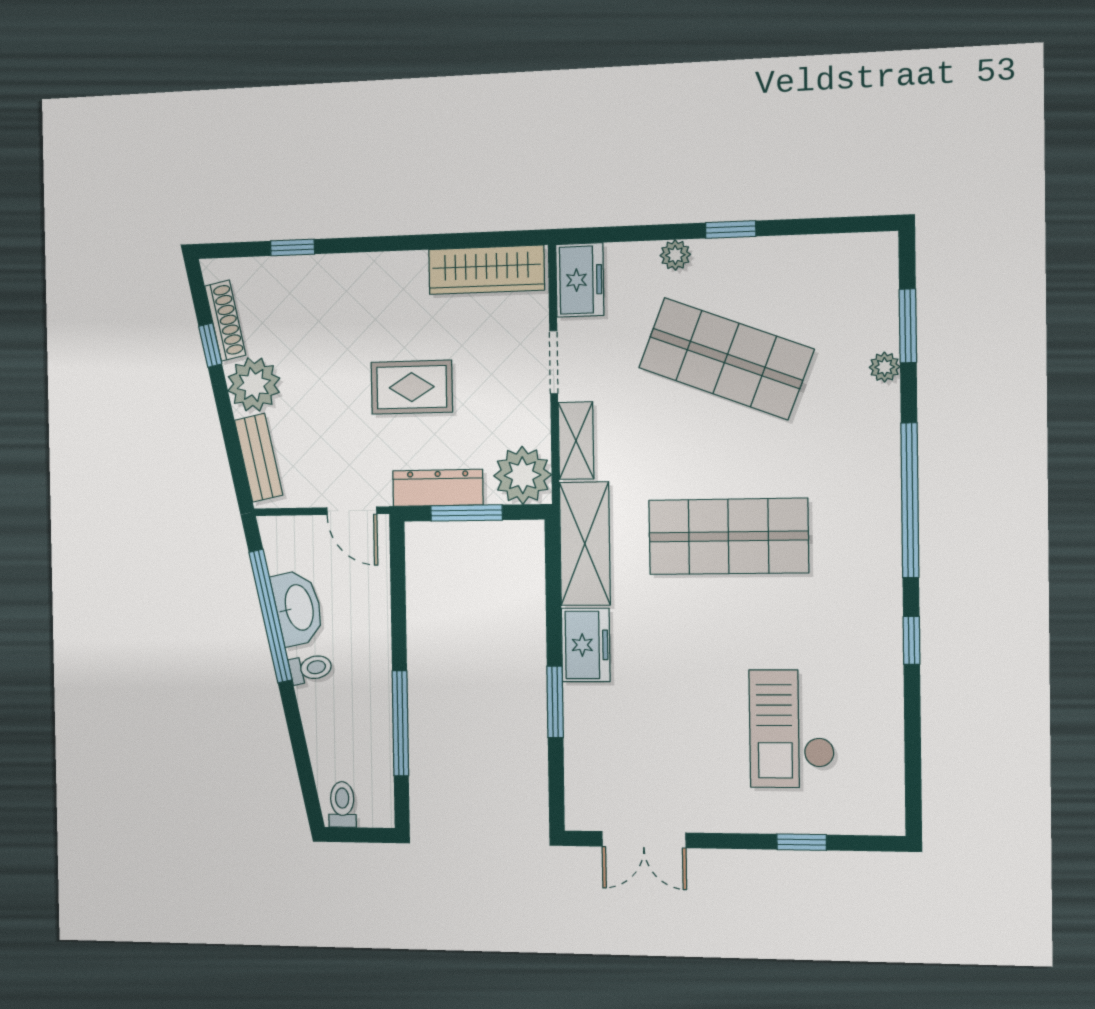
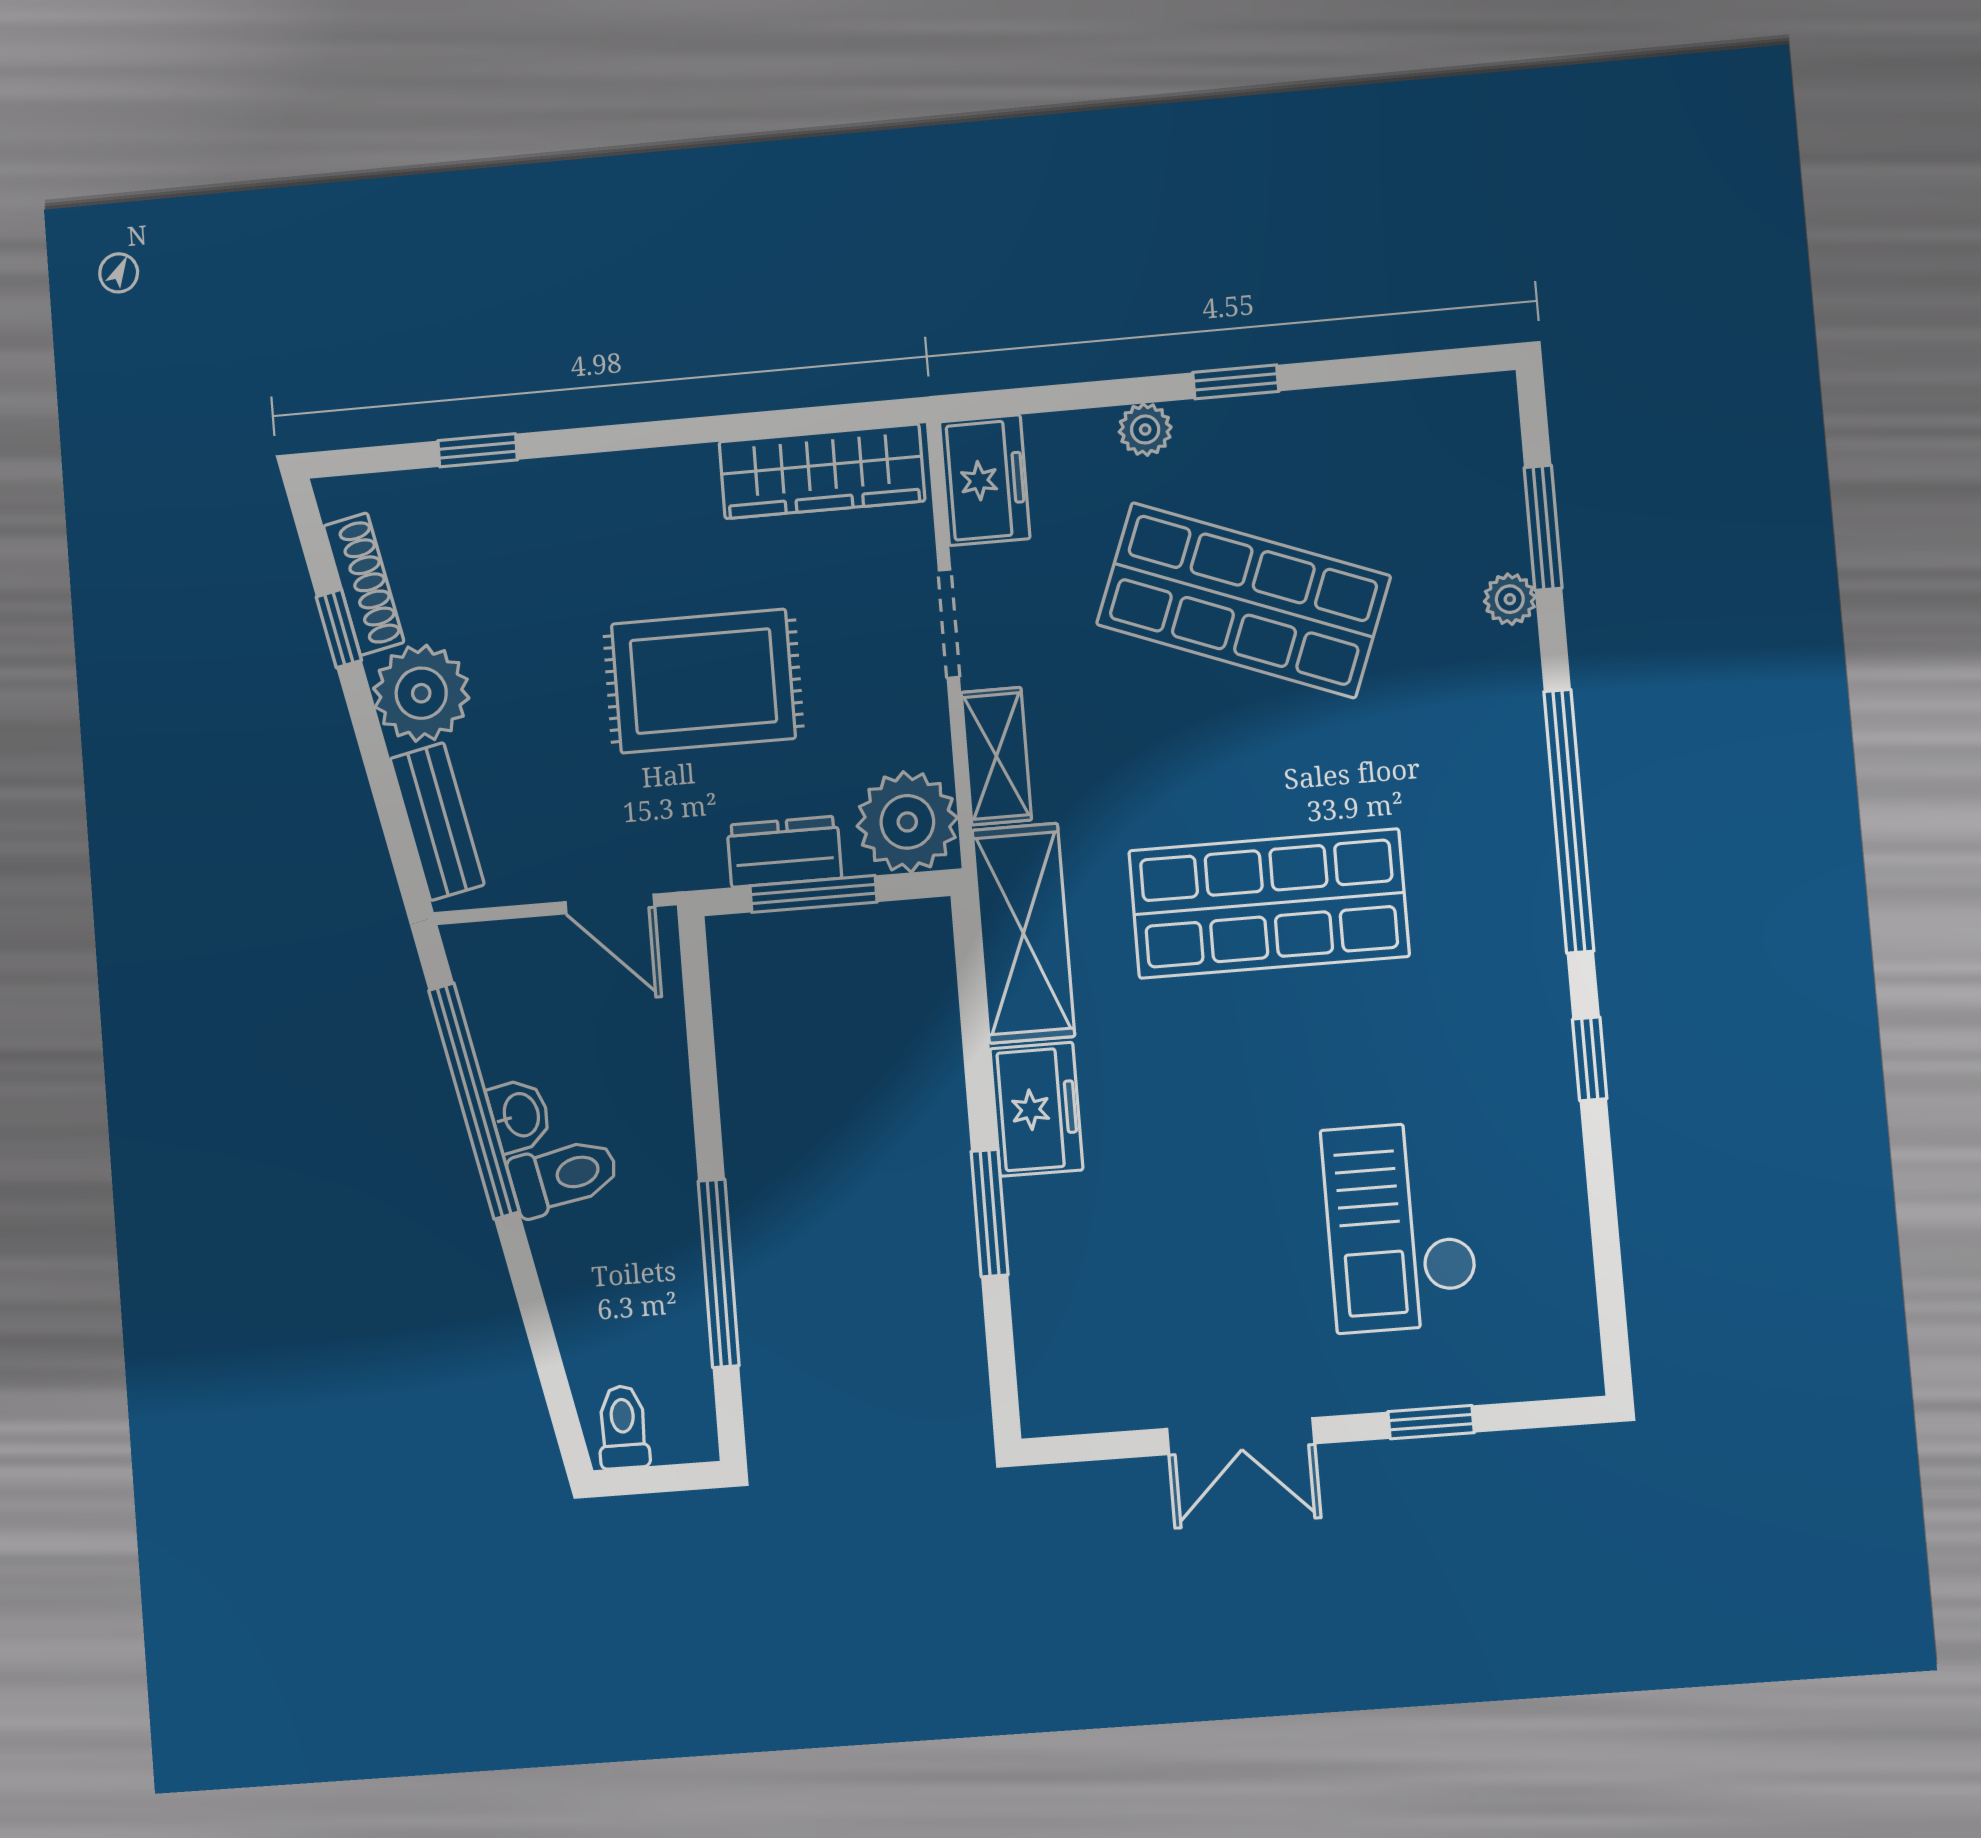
rug: (412, 387) -> (703, 681), width x1.36, depth x1.43
dresser: (438, 488) -> (784, 852), width x0.70
washbasin: (298, 608) -> (520, 1115), width x0.52, depth x0.69
toilet: (311, 668) -> (564, 1176), width x1.37, depth x1.39
double door: (644, 840) -> (1241, 1436), moved

